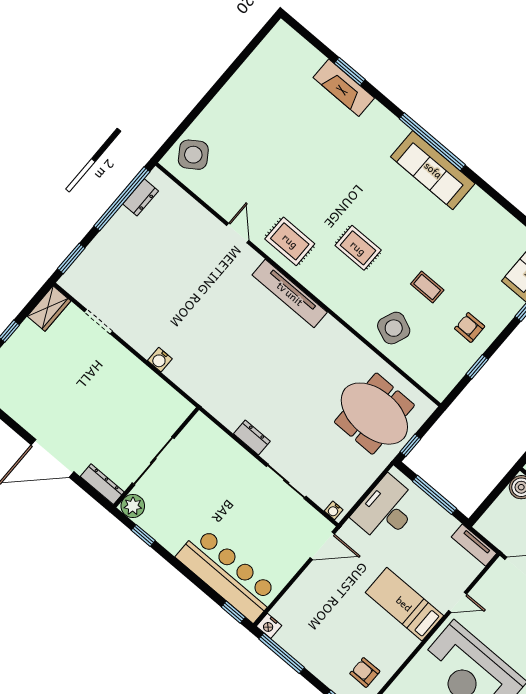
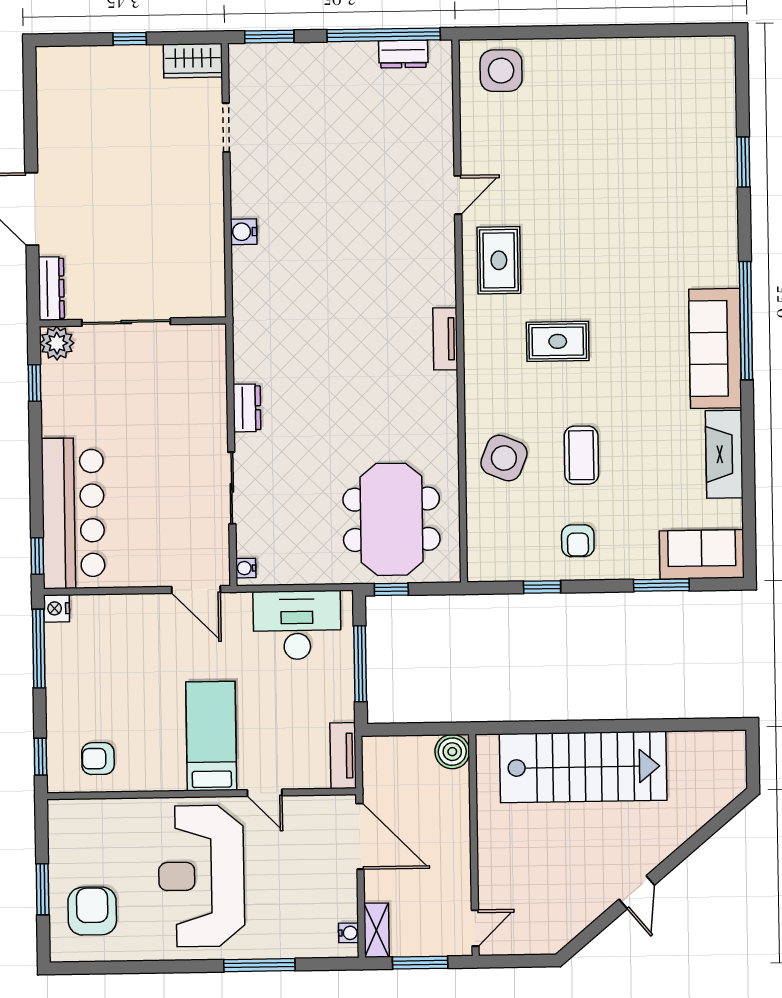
fireplace: (344, 88) -> (724, 454), moved
side table: (193, 155) -> (501, 71), turned 34
rug: (358, 248) -> (558, 341), turned 90
coffee table: (427, 287) -> (581, 455), width x1.36, depth x1.30
tv unit: (290, 294) -> (445, 339), width x0.52, depth x0.78
armchair: (470, 327) -> (578, 541), turned 180
armchair: (365, 672) -> (98, 759), turned -90

